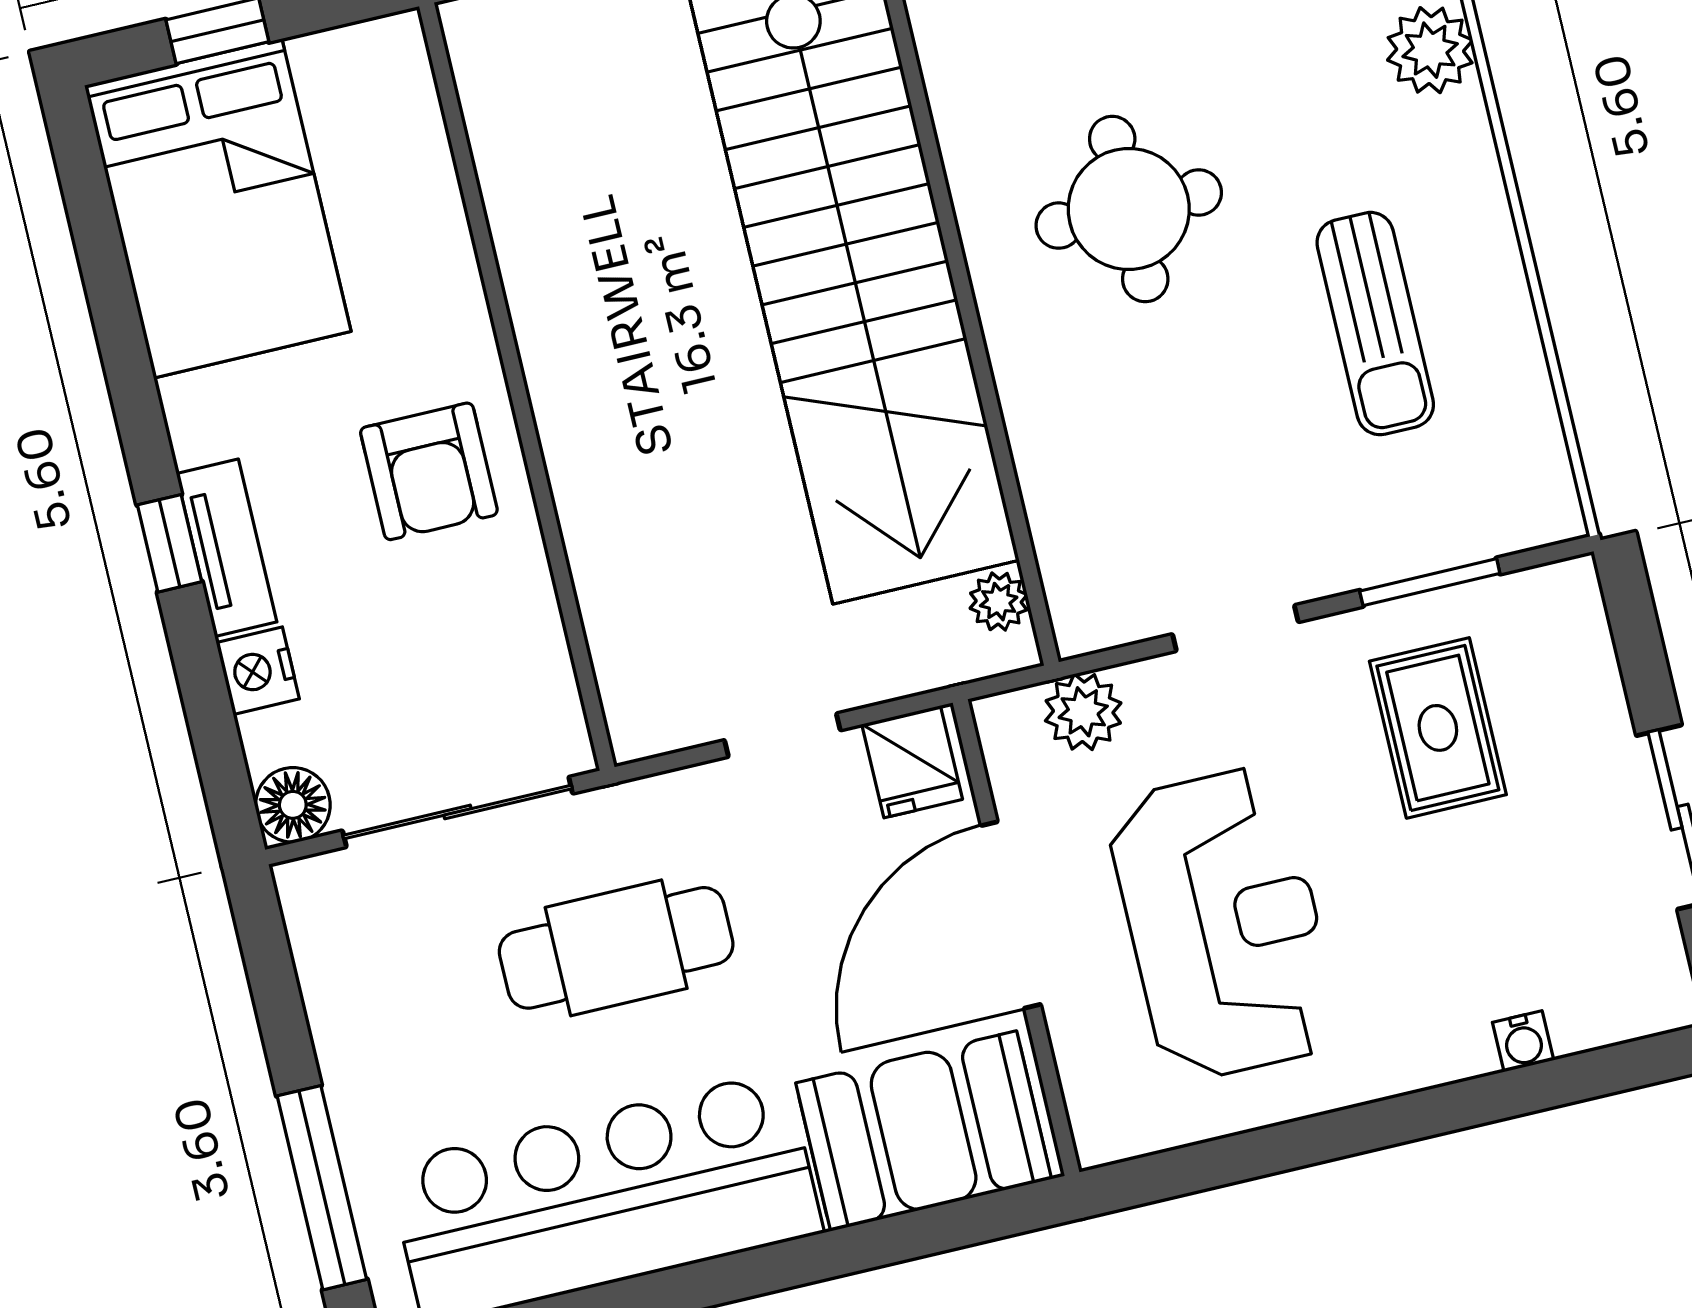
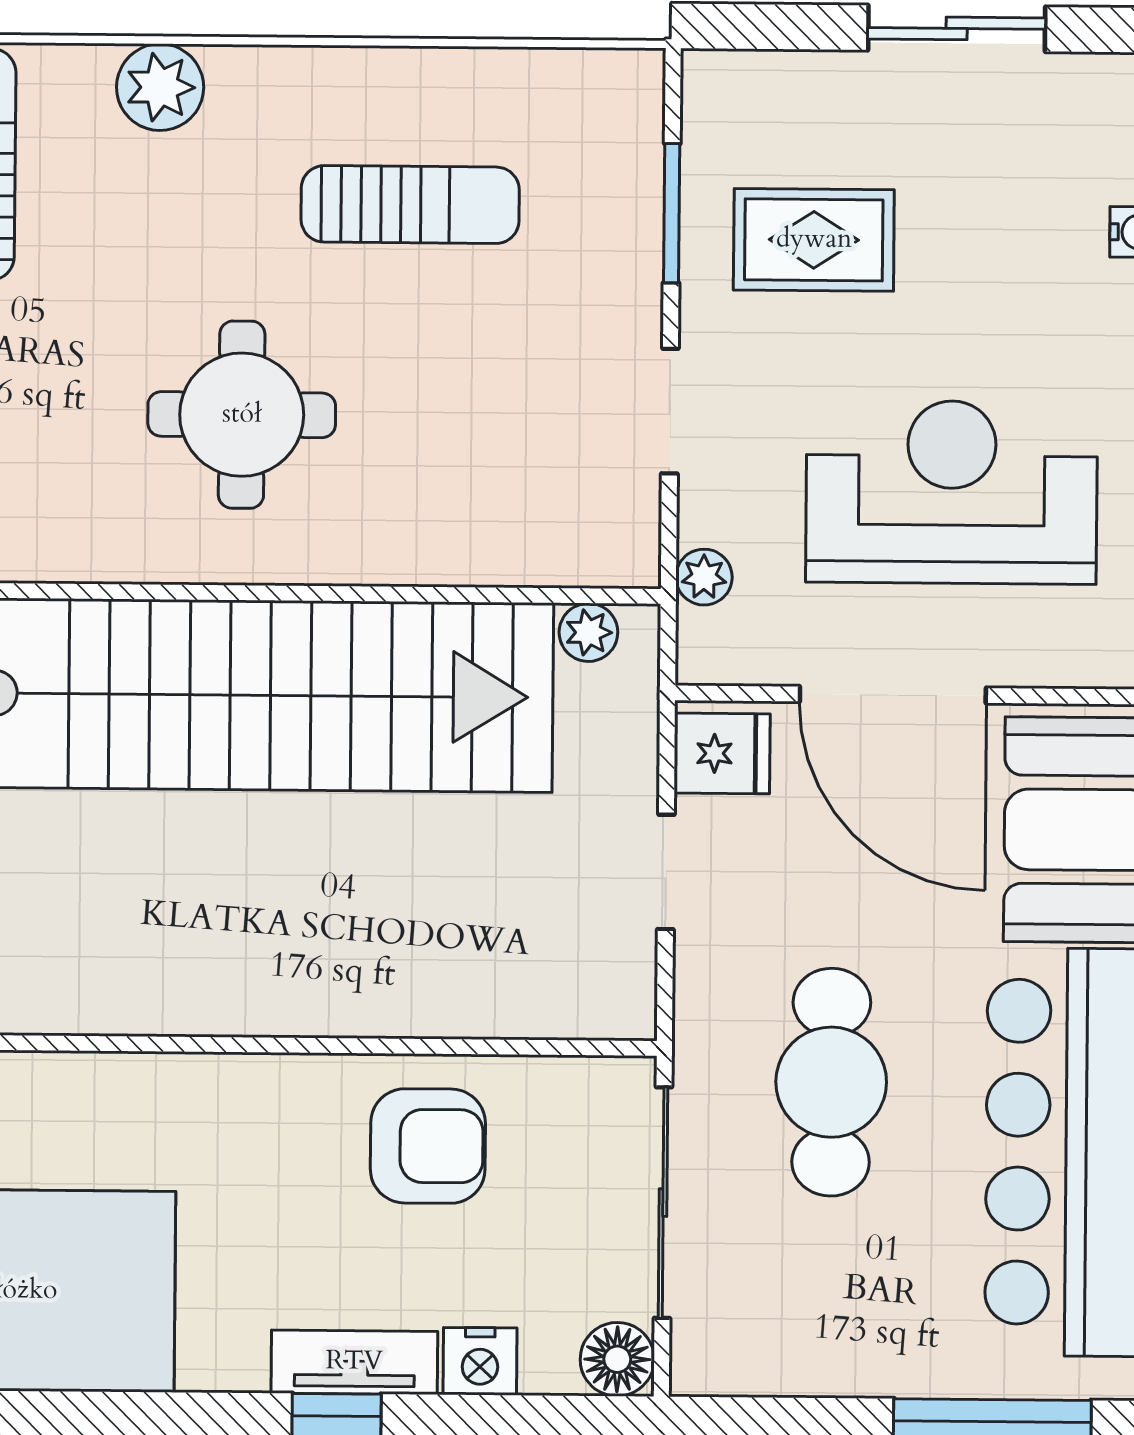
armchair: (429, 471) -> (428, 1146), moved
plant: (1083, 712) -> (704, 577), width x0.73, depth x0.73

